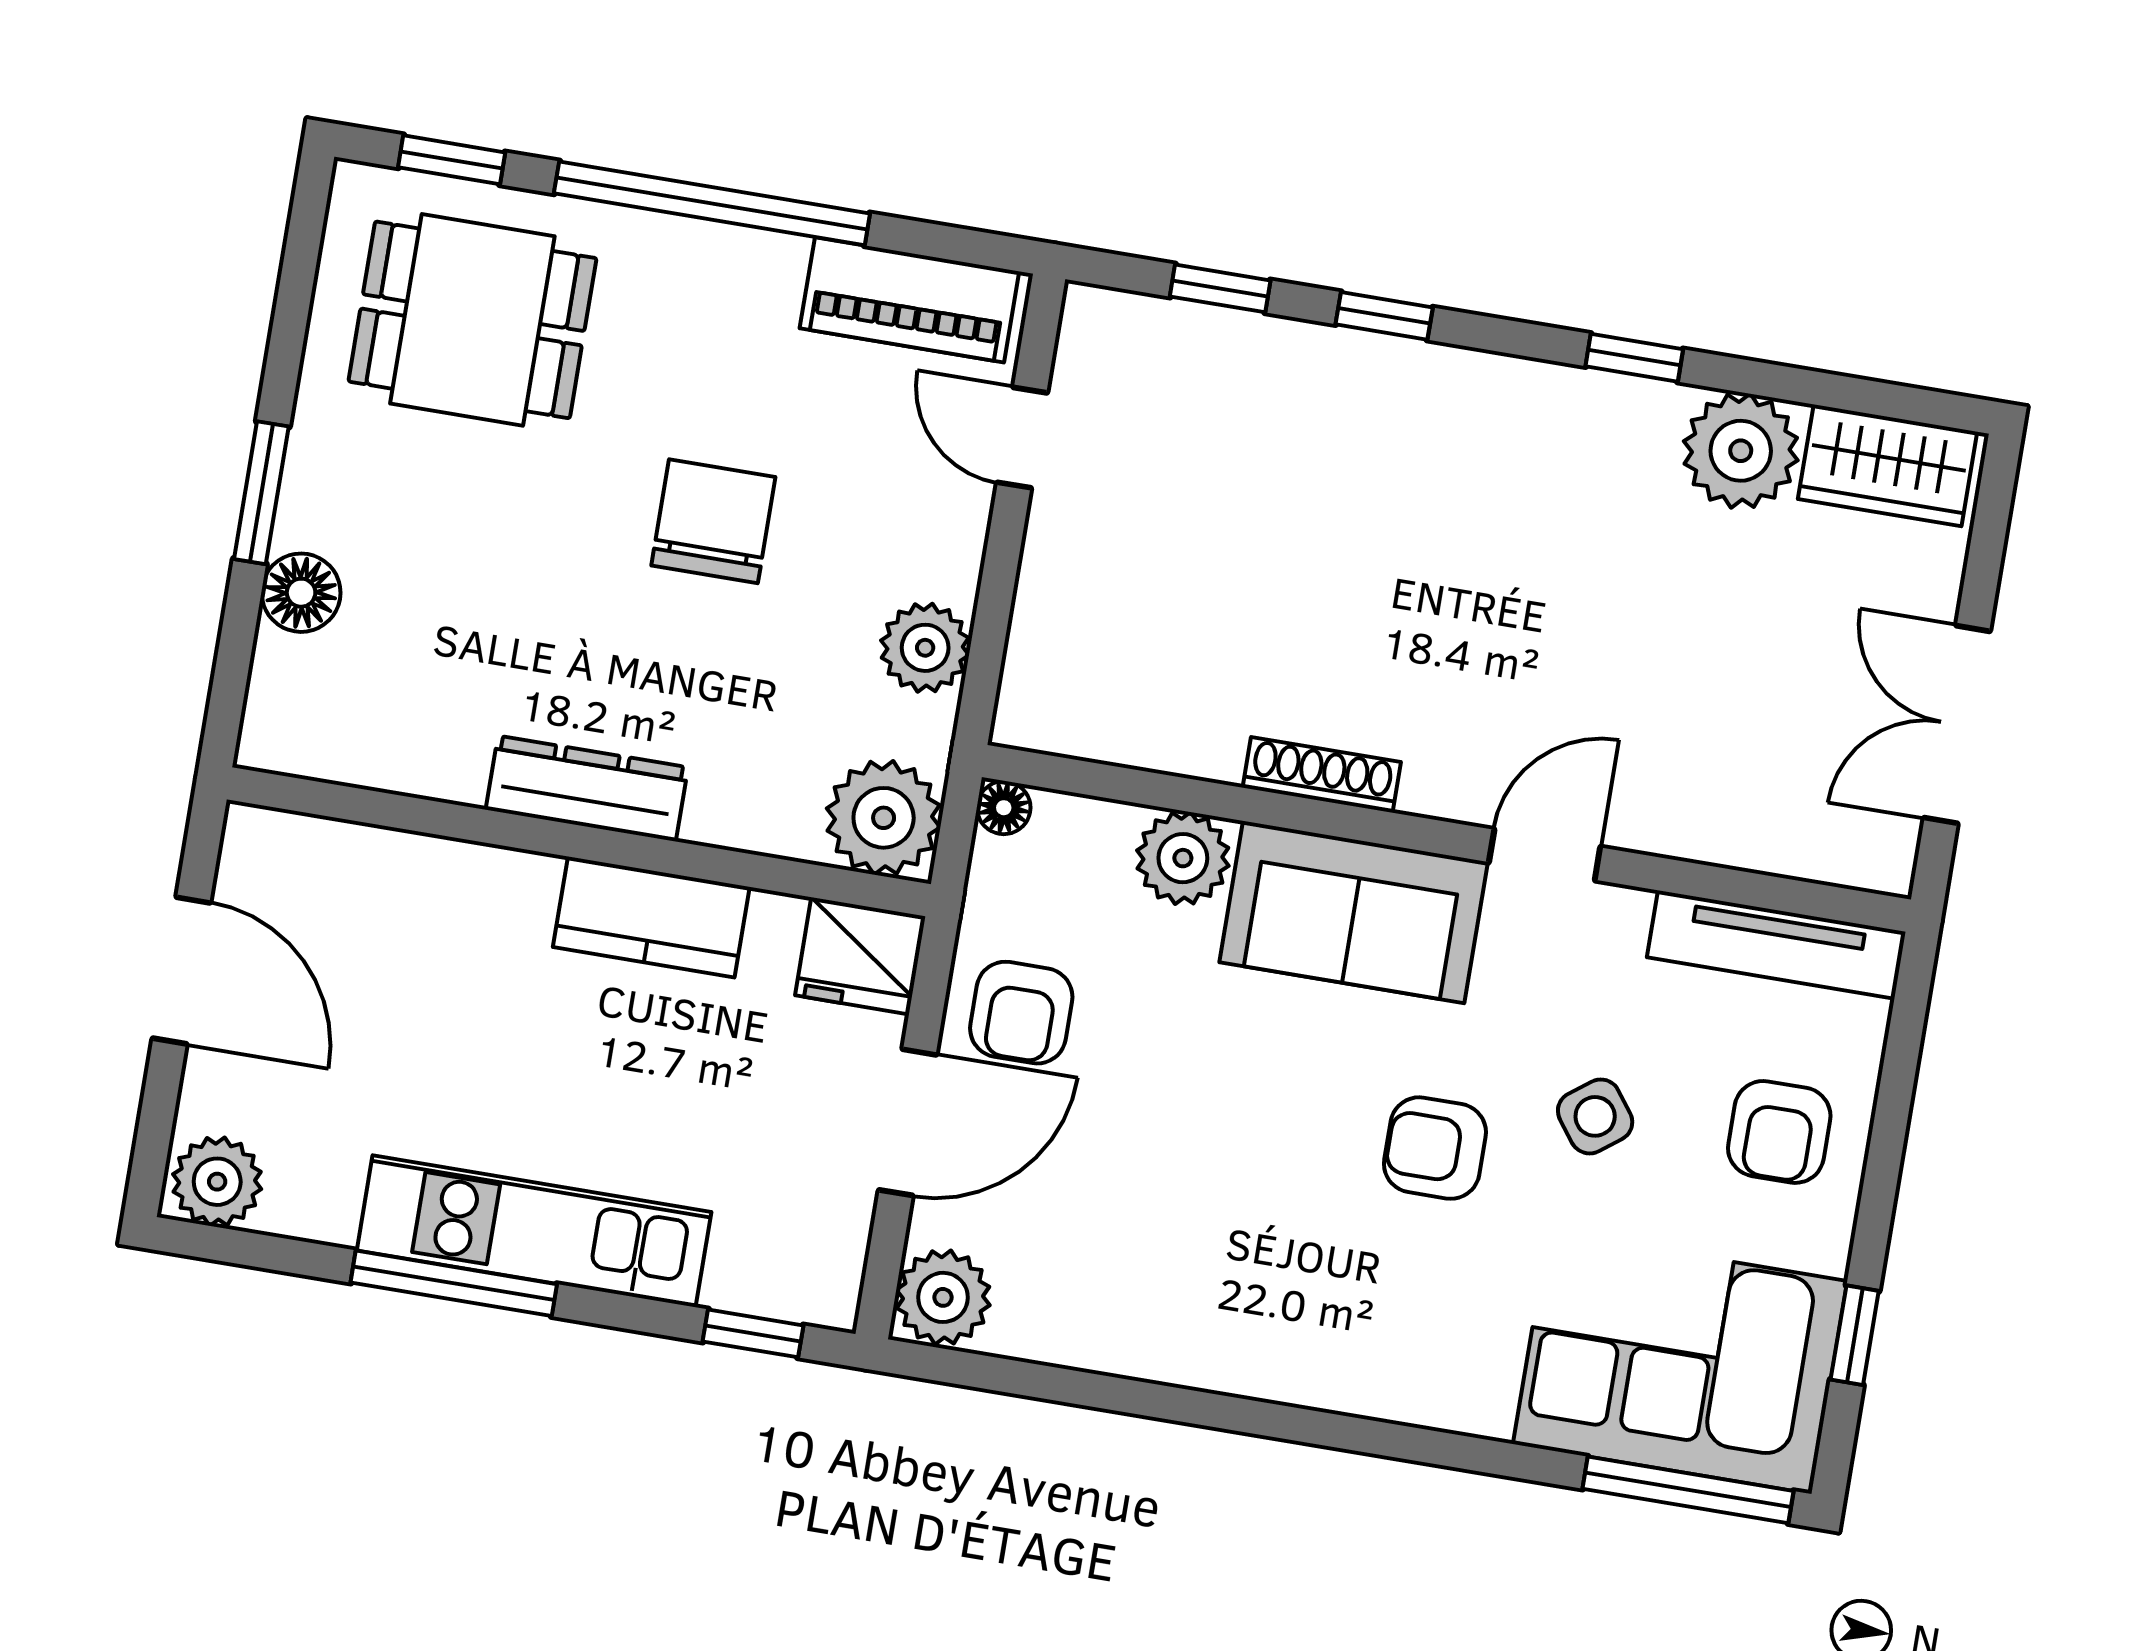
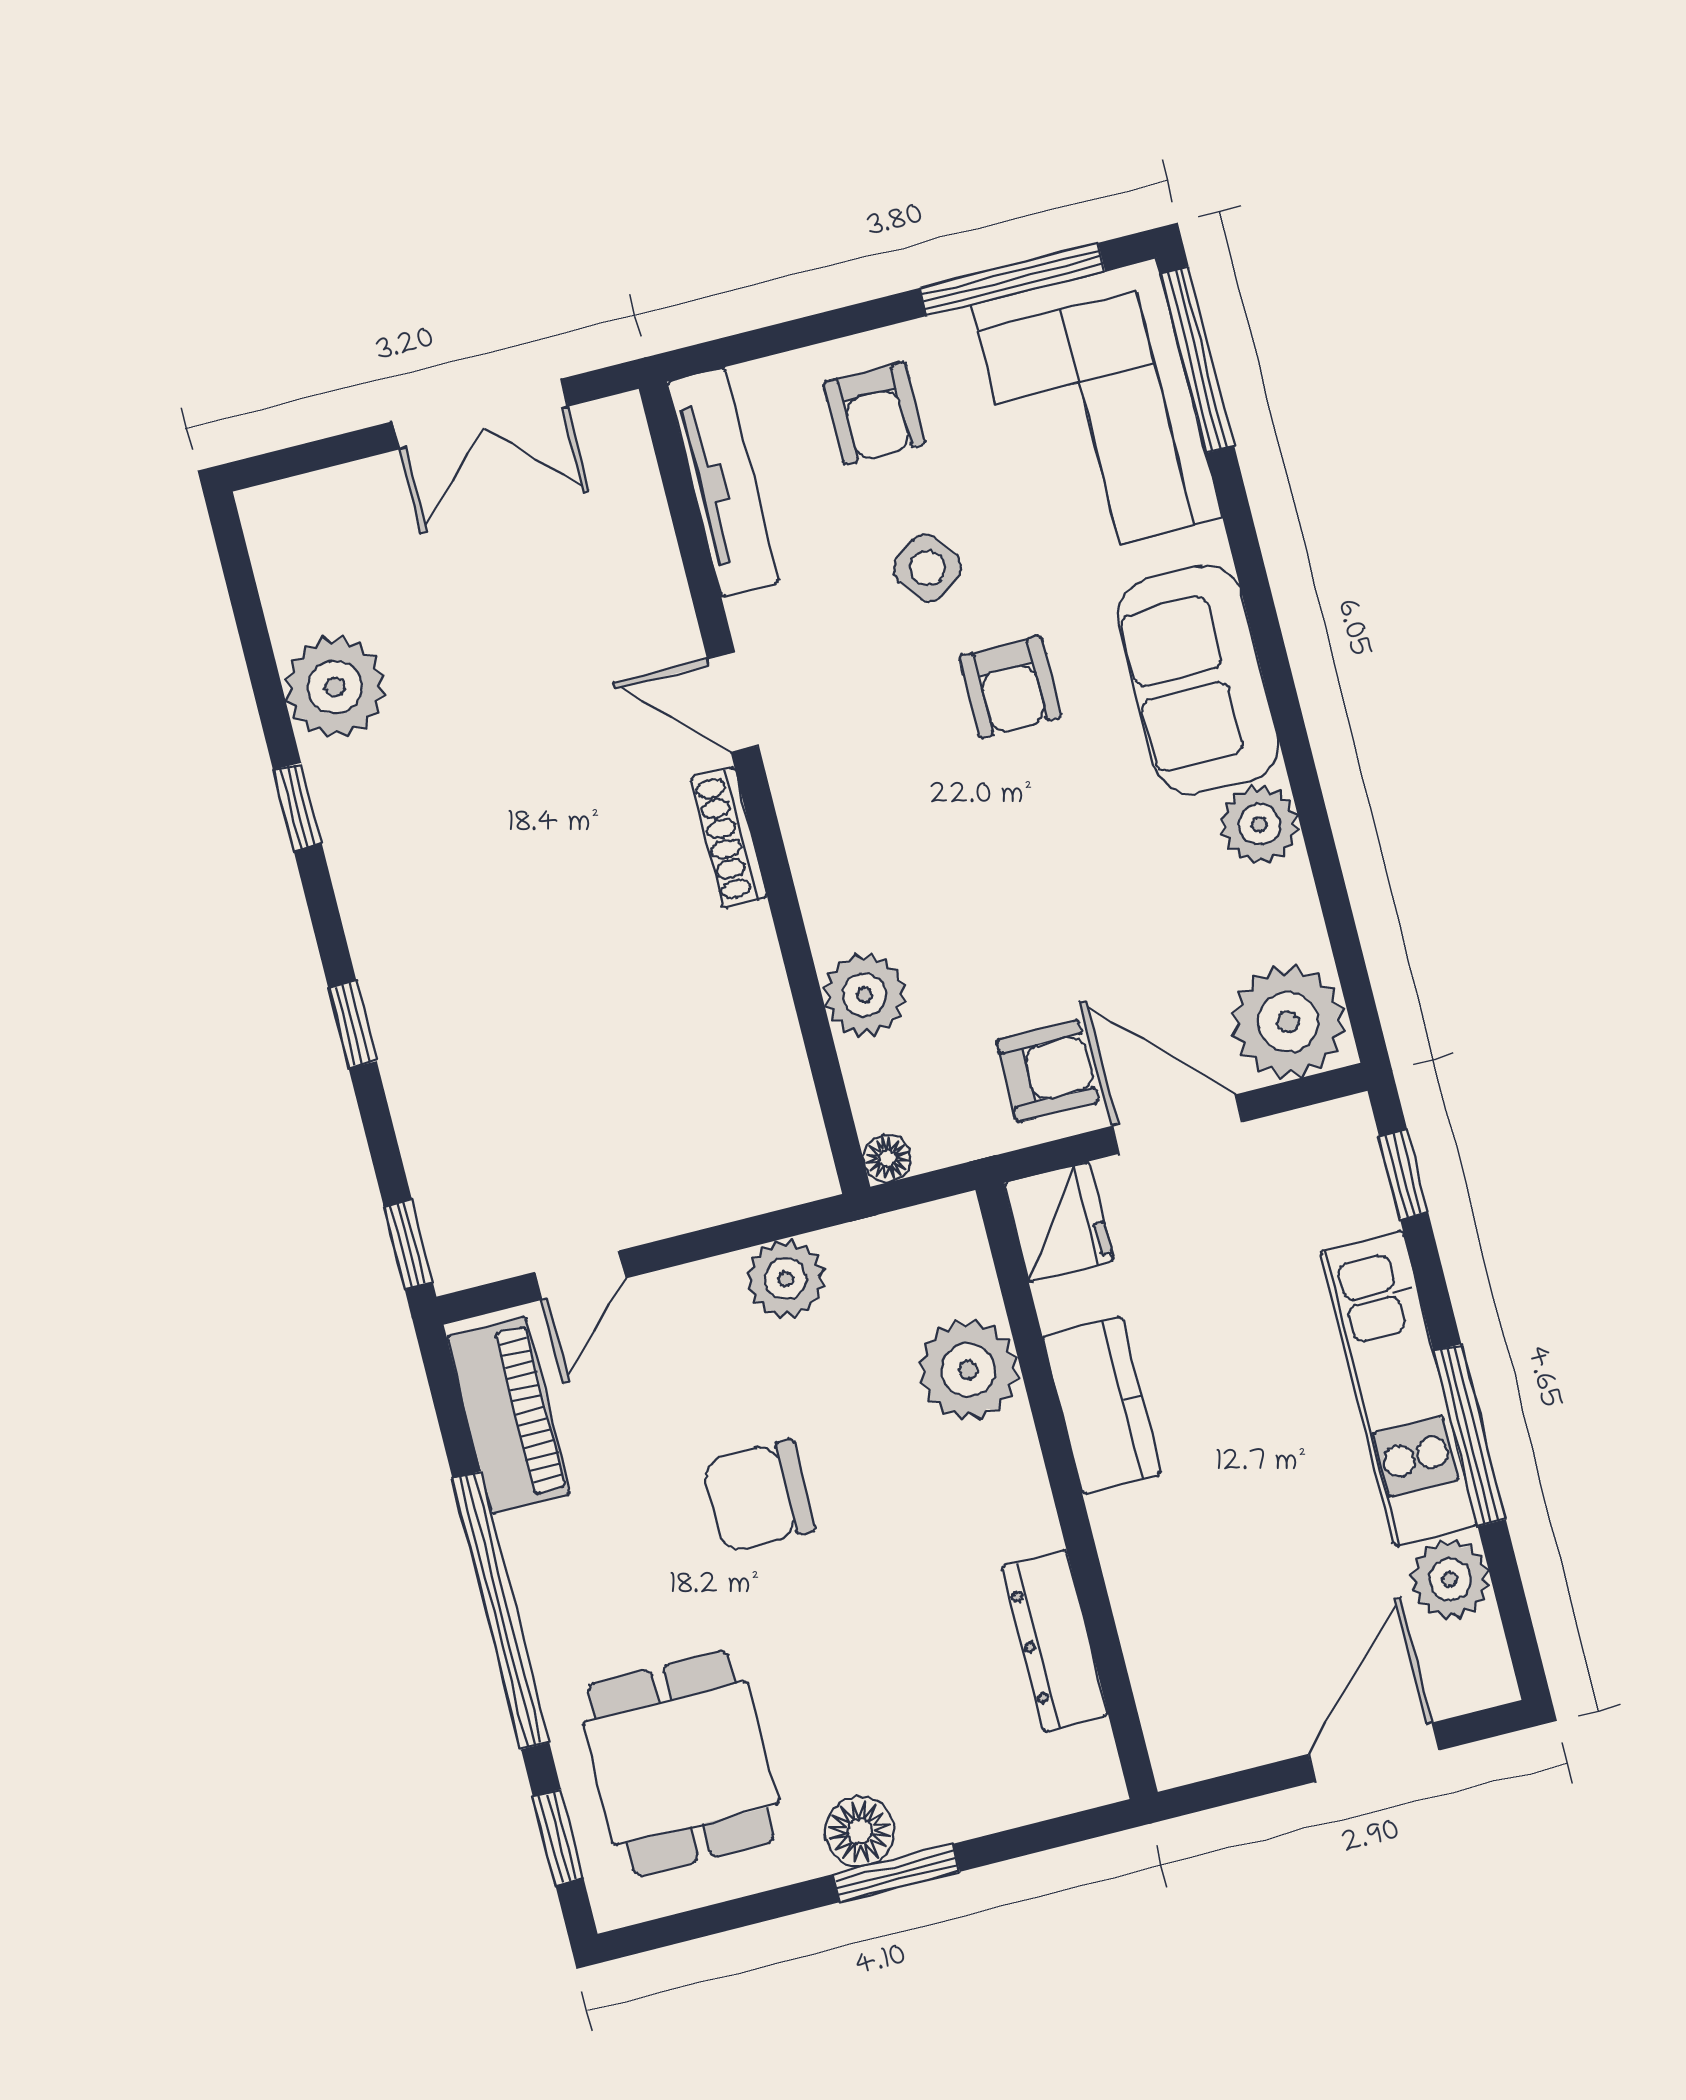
window: (1220, 288) -> (408, 1245), moved
wardrobe: (1888, 465) -> (295, 563), removed
floor lamp: (301, 593) -> (860, 1831), moved
shoe rack: (1322, 775) -> (729, 837), moved
dresser: (587, 788) -> (1055, 1641), moved
plant: (884, 818) -> (968, 1370), moved
sofa: (1354, 912) -> (1198, 680), moved, turned 180
door: (181, 971) -> (1374, 1752), moved
armchair: (1779, 1132) -> (874, 413), turned 90
plant: (217, 1182) -> (1450, 1580), moved
plant: (943, 1297) -> (1288, 1022), width x1.36, depth x1.36
window: (1855, 1335) -> (1012, 279), width x2.17
plant: (1180, 1343) -> (1259, 824), added

